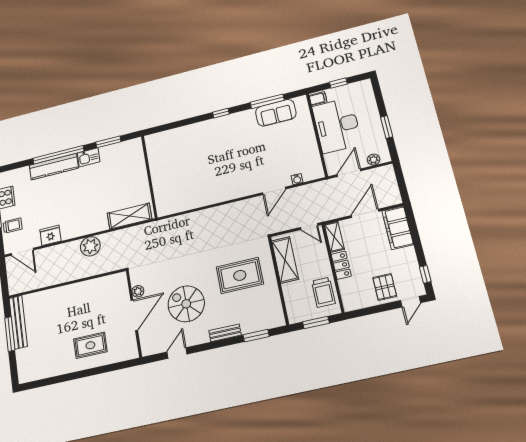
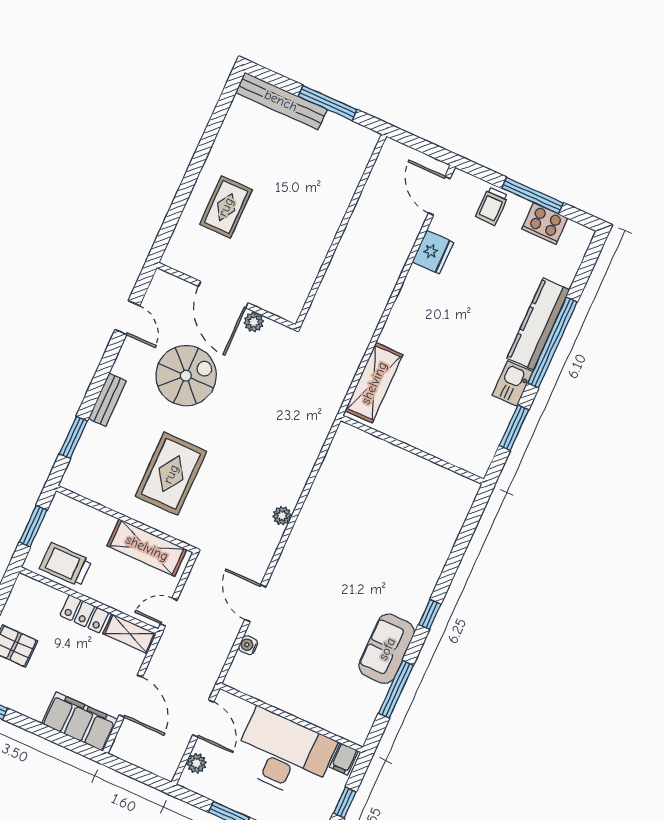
sofa: (276, 113) -> (387, 649), moved
plant: (90, 246) -> (282, 516), moved, width x0.53, depth x0.53
door: (22, 252) -> (439, 196), hinge flipped
bench: (18, 322) -> (281, 101), moved

